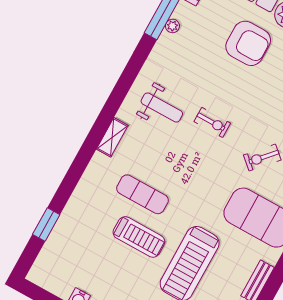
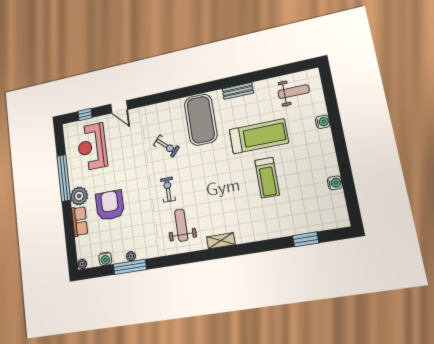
exercise mat: (142, 194) -> (240, 196), removed
treadmill: (139, 237) -> (267, 178), turned 180

